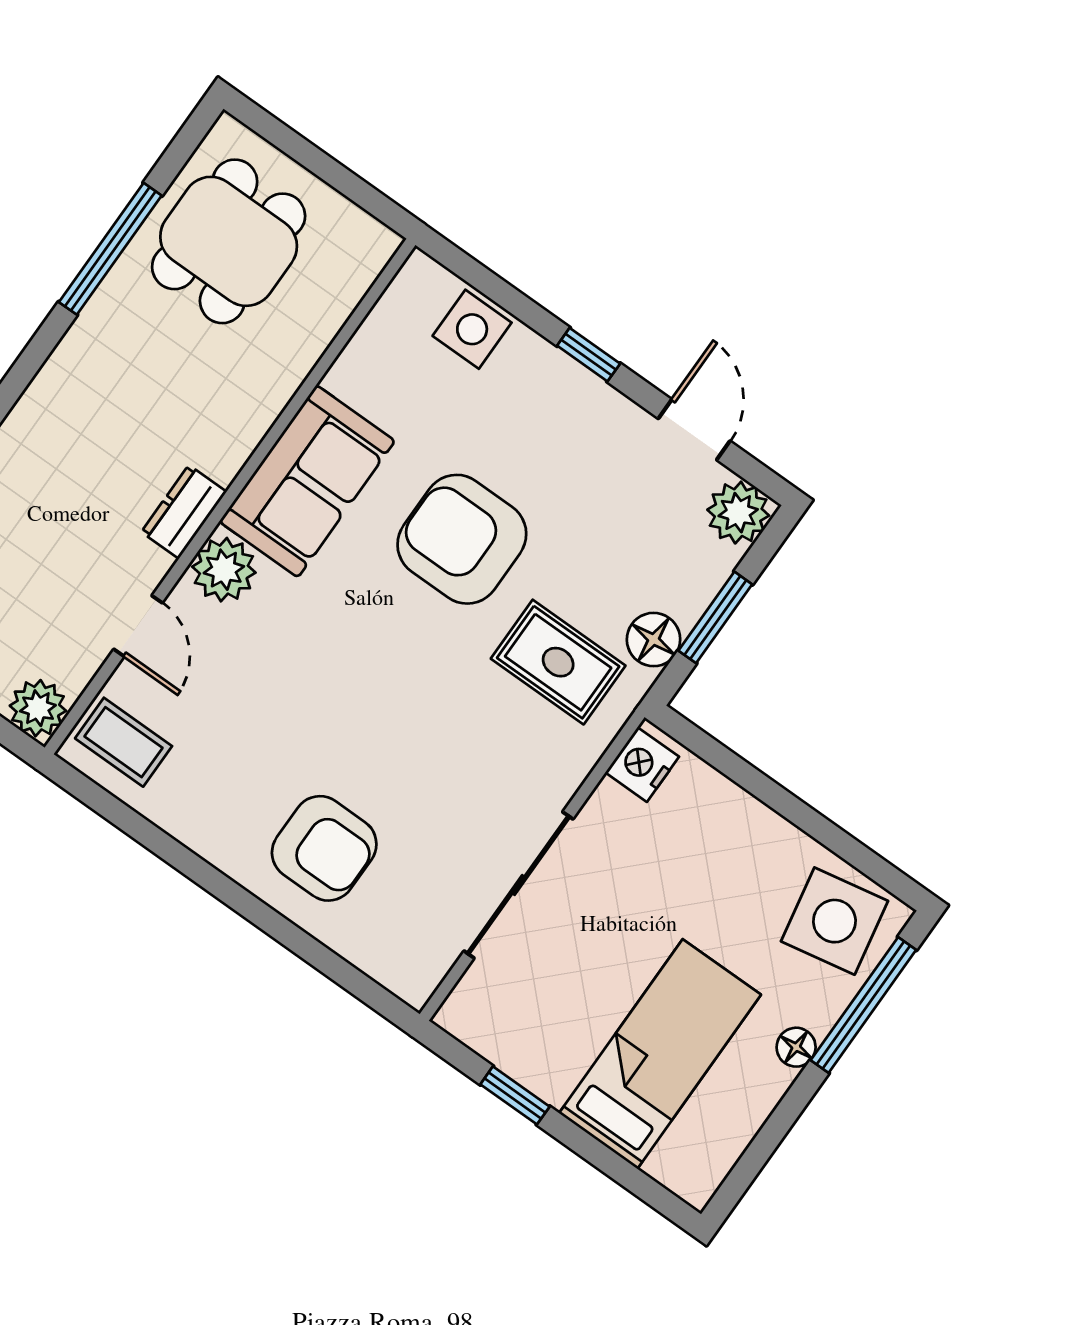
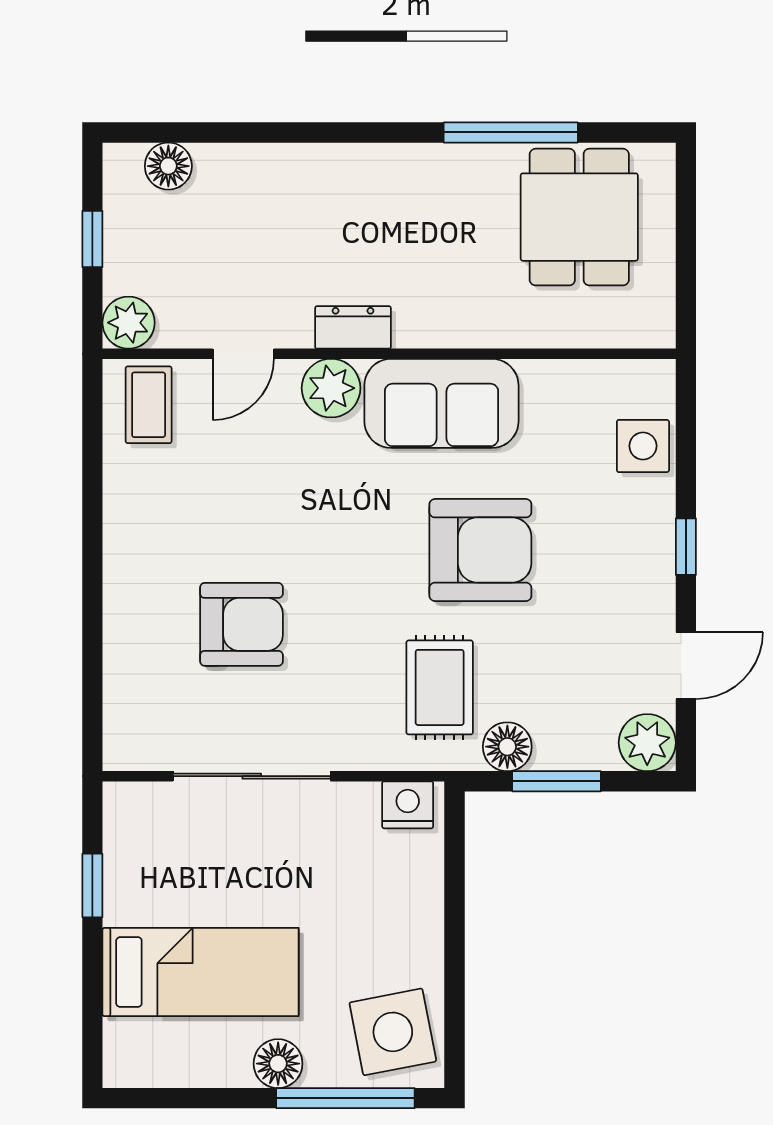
dining table: (229, 241) -> (579, 217), turned 90
armchair: (462, 539) -> (480, 550), turned 90
armchair: (324, 848) -> (241, 624), moved, turned -90
floor lamp: (796, 1047) -> (278, 1064), width x1.37, depth x1.37

